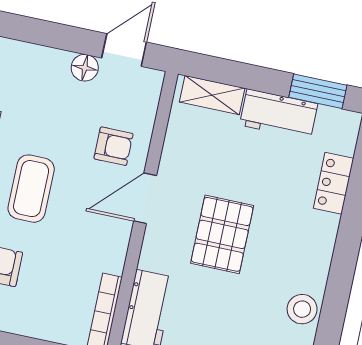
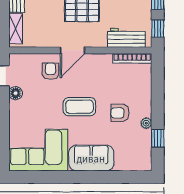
door: (145, 198) -> (72, 50), hinge flipped

